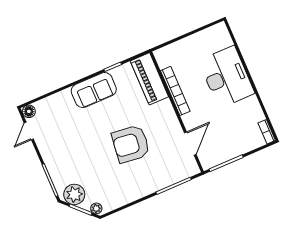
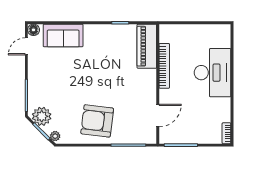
sofa: (94, 90) -> (63, 35), moved
armchair: (131, 144) -> (97, 121), moved

